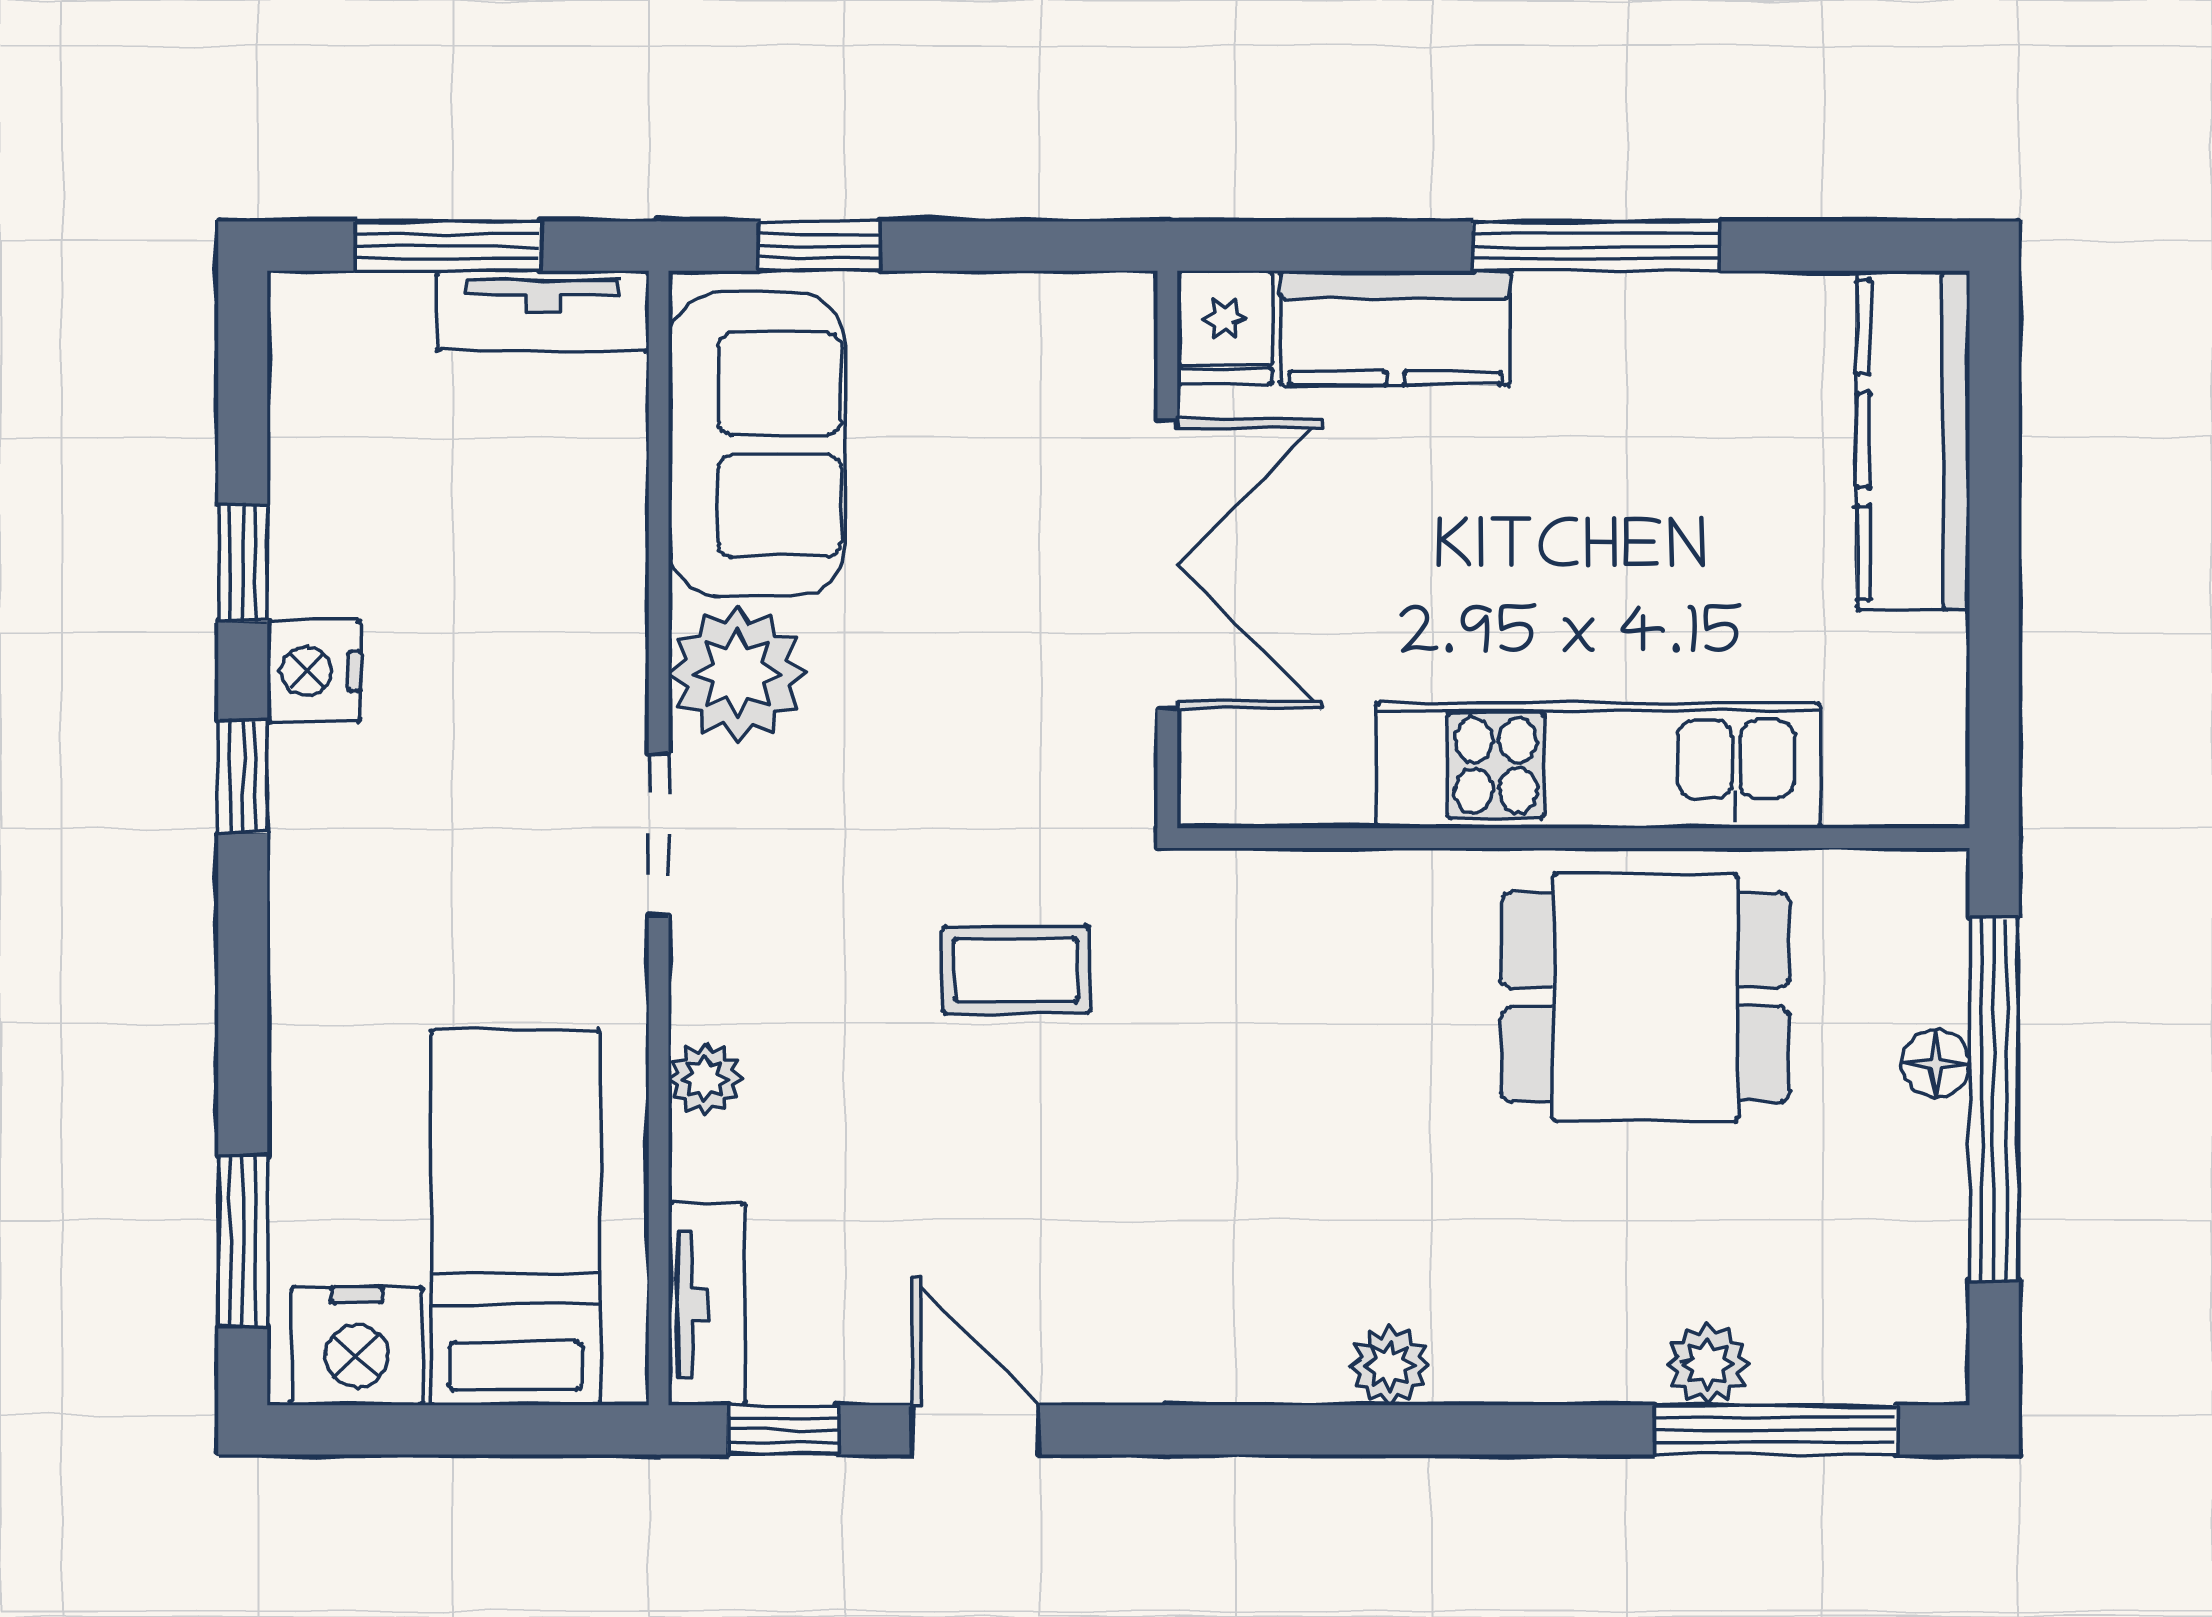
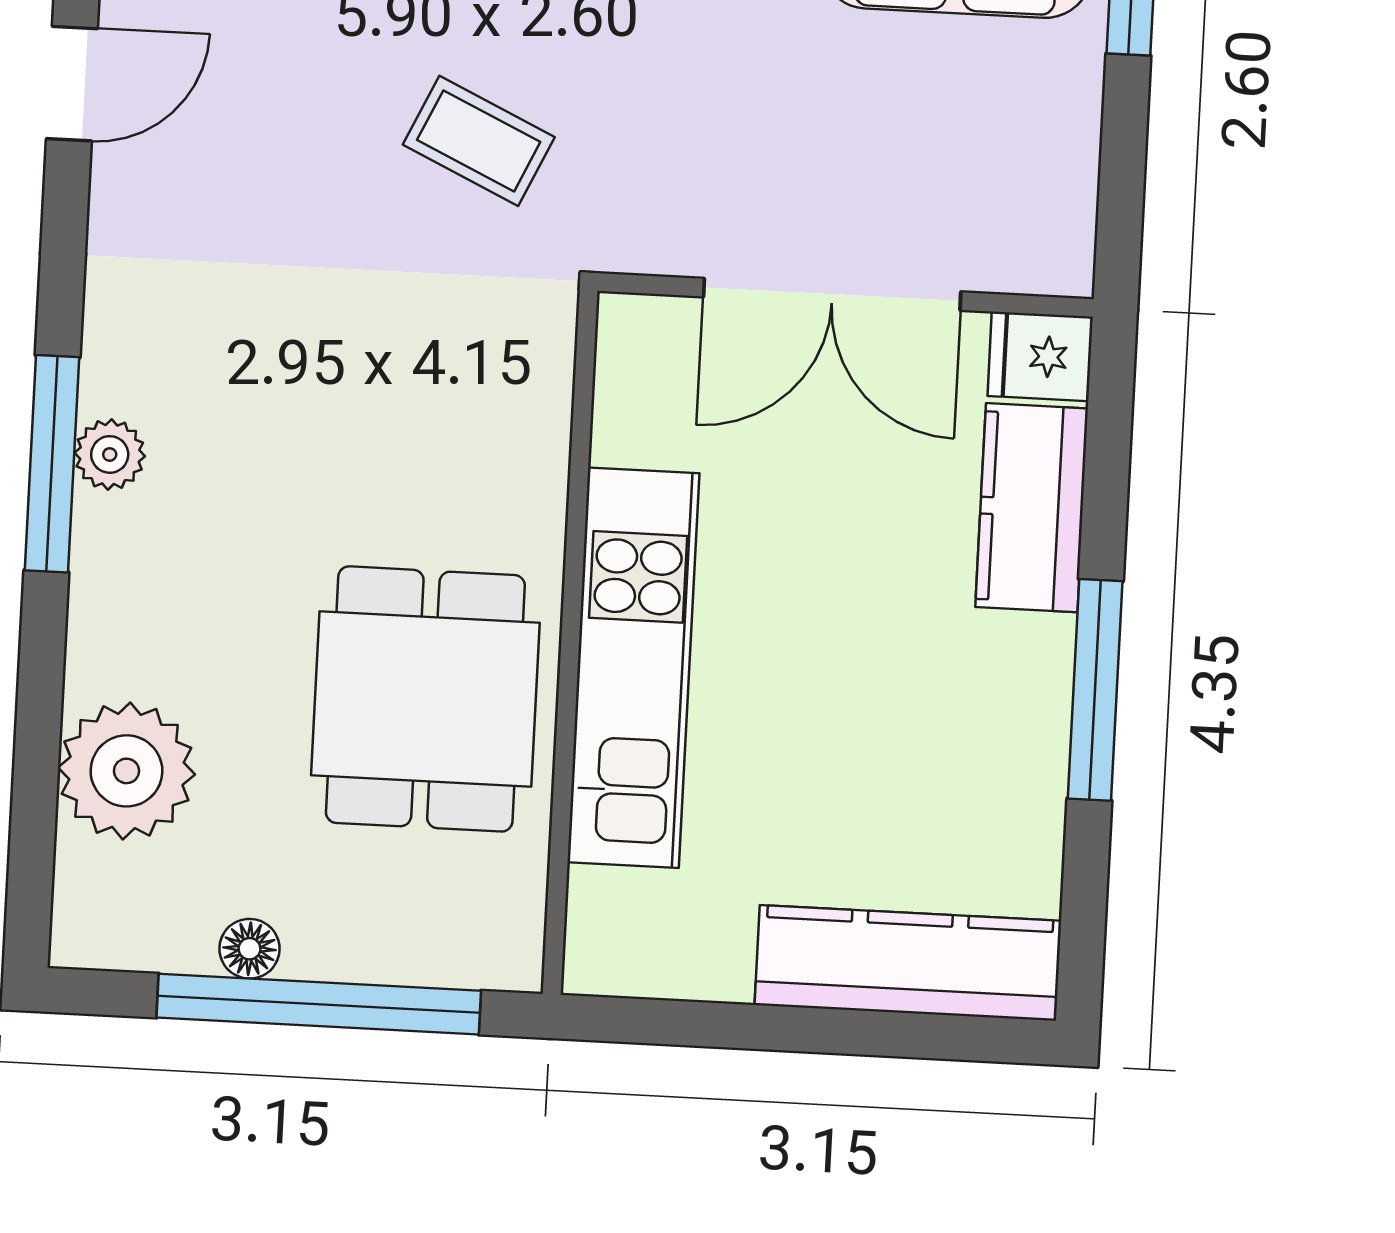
coffee table: (1016, 970) -> (479, 141), turned -65
floor lamp: (1936, 1064) -> (250, 949), moved
plant: (1708, 1364) -> (126, 771), width x1.87, depth x1.87
window: (1776, 1430) -> (52, 464), moved

